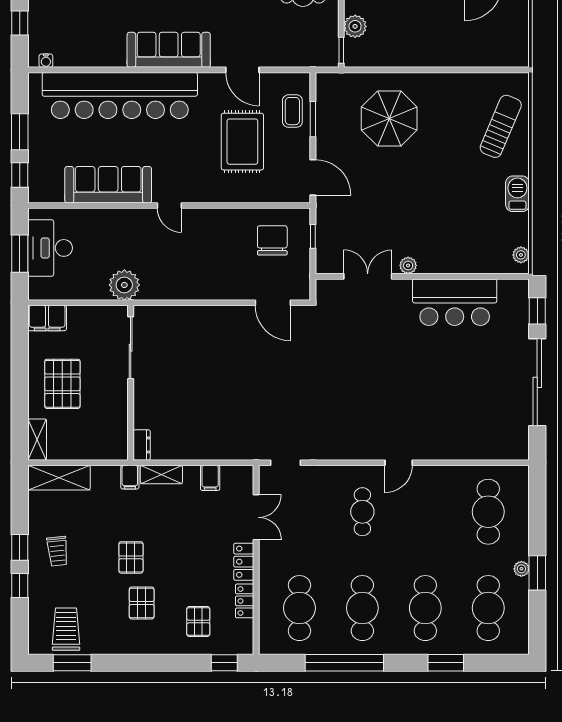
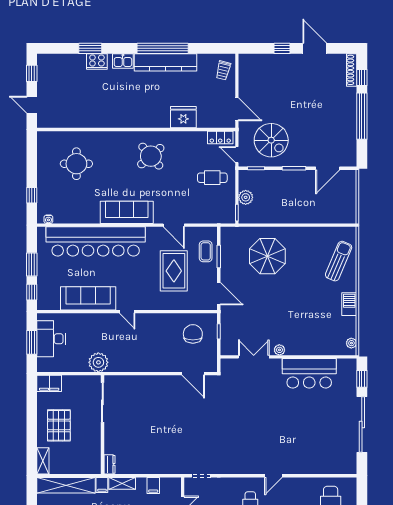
shelving: (59, 478) -> (66, 485), width x1.47

